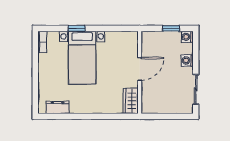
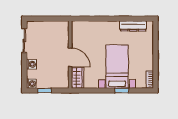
door: (140, 69) -> (70, 57), swing flipped
wardrobe: (131, 101) -> (78, 78), moved
dresser: (58, 107) -> (133, 26), width x1.44

